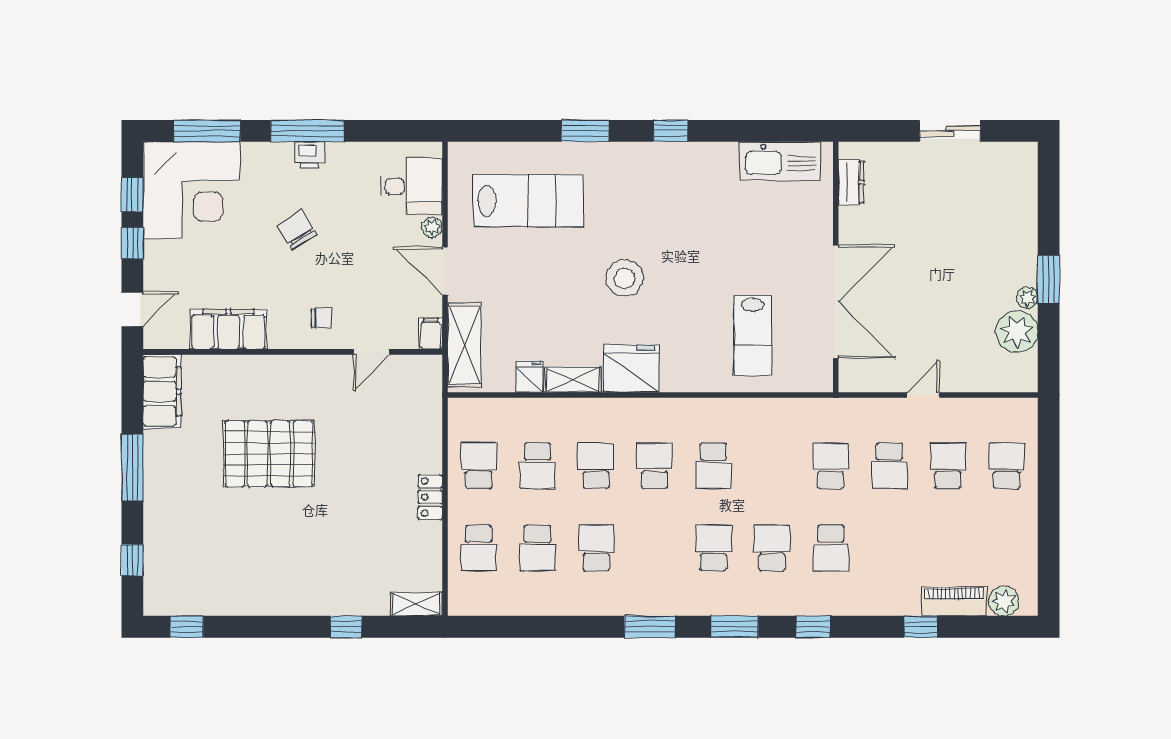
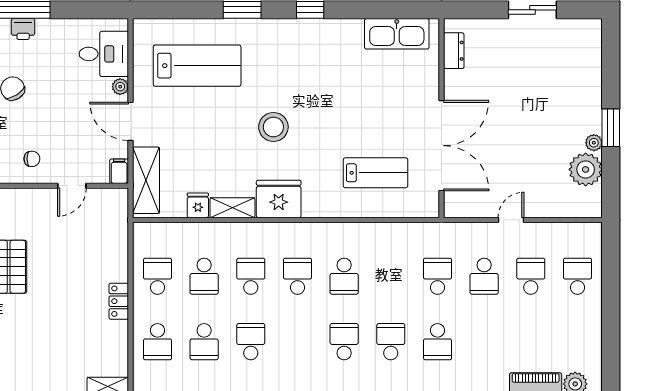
lab bench: (753, 336) -> (375, 173), turned -90

